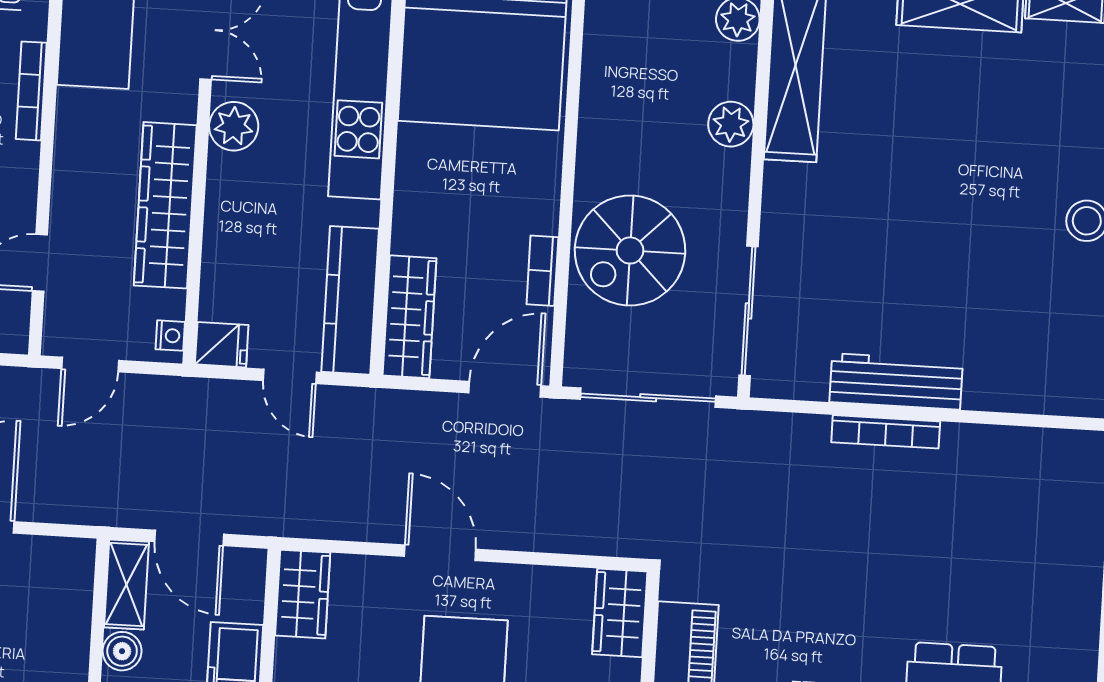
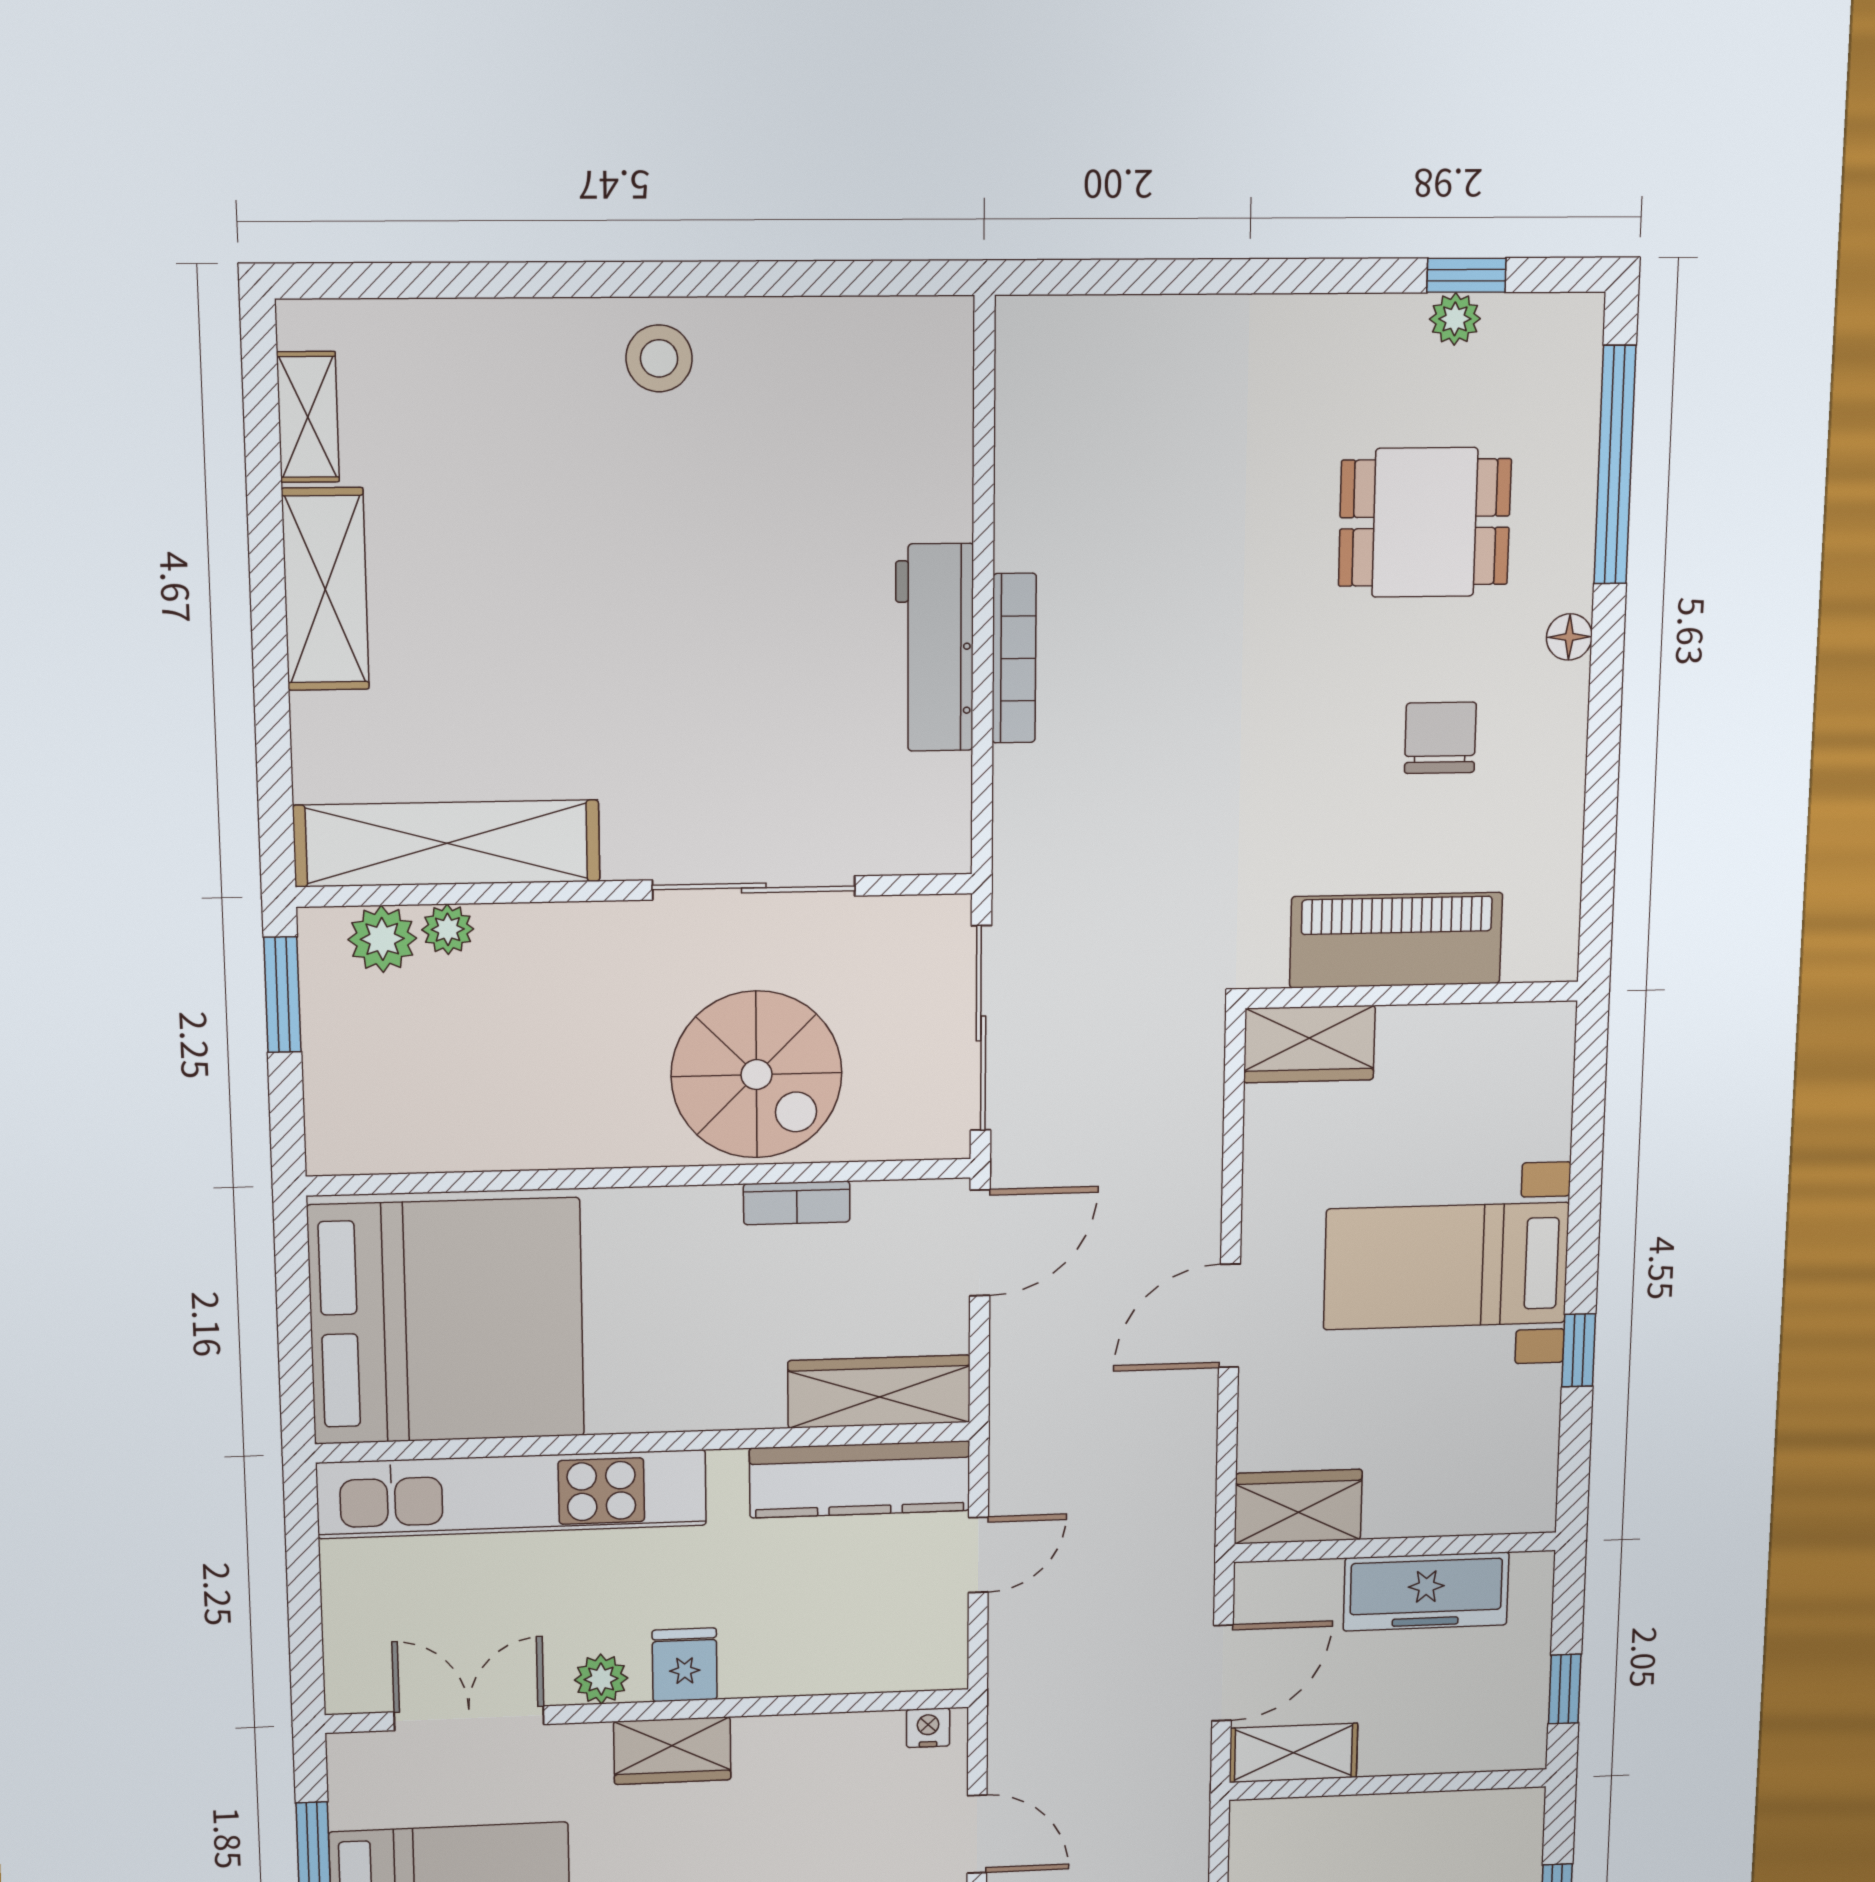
plant: (731, 124) -> (448, 929), moved, width x0.73, depth x0.73
plant: (234, 126) -> (601, 1679), width x0.73, depth x0.73
wardrobe: (165, 205) -> (672, 1751), width x0.48, depth x0.85
sliding door: (749, 311) -> (754, 888), moved
fridge: (222, 345) -> (685, 1665), moved
door: (505, 389) -> (980, 1243), swing flipped
boiler: (122, 651) -> (1390, 1749), removed

